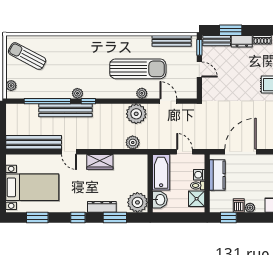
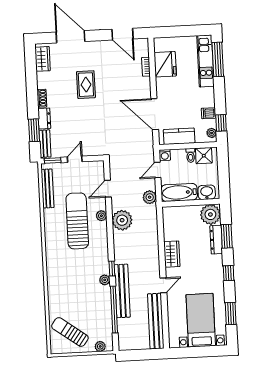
sun lounger: (27, 56) -> (70, 332), turned 98
plant: (133, 142) -> (150, 197), moved
washing machine: (199, 175) -> (165, 155), moved
dresser: (102, 207) -> (216, 240), moved
plant: (250, 208) -> (212, 133), moved

